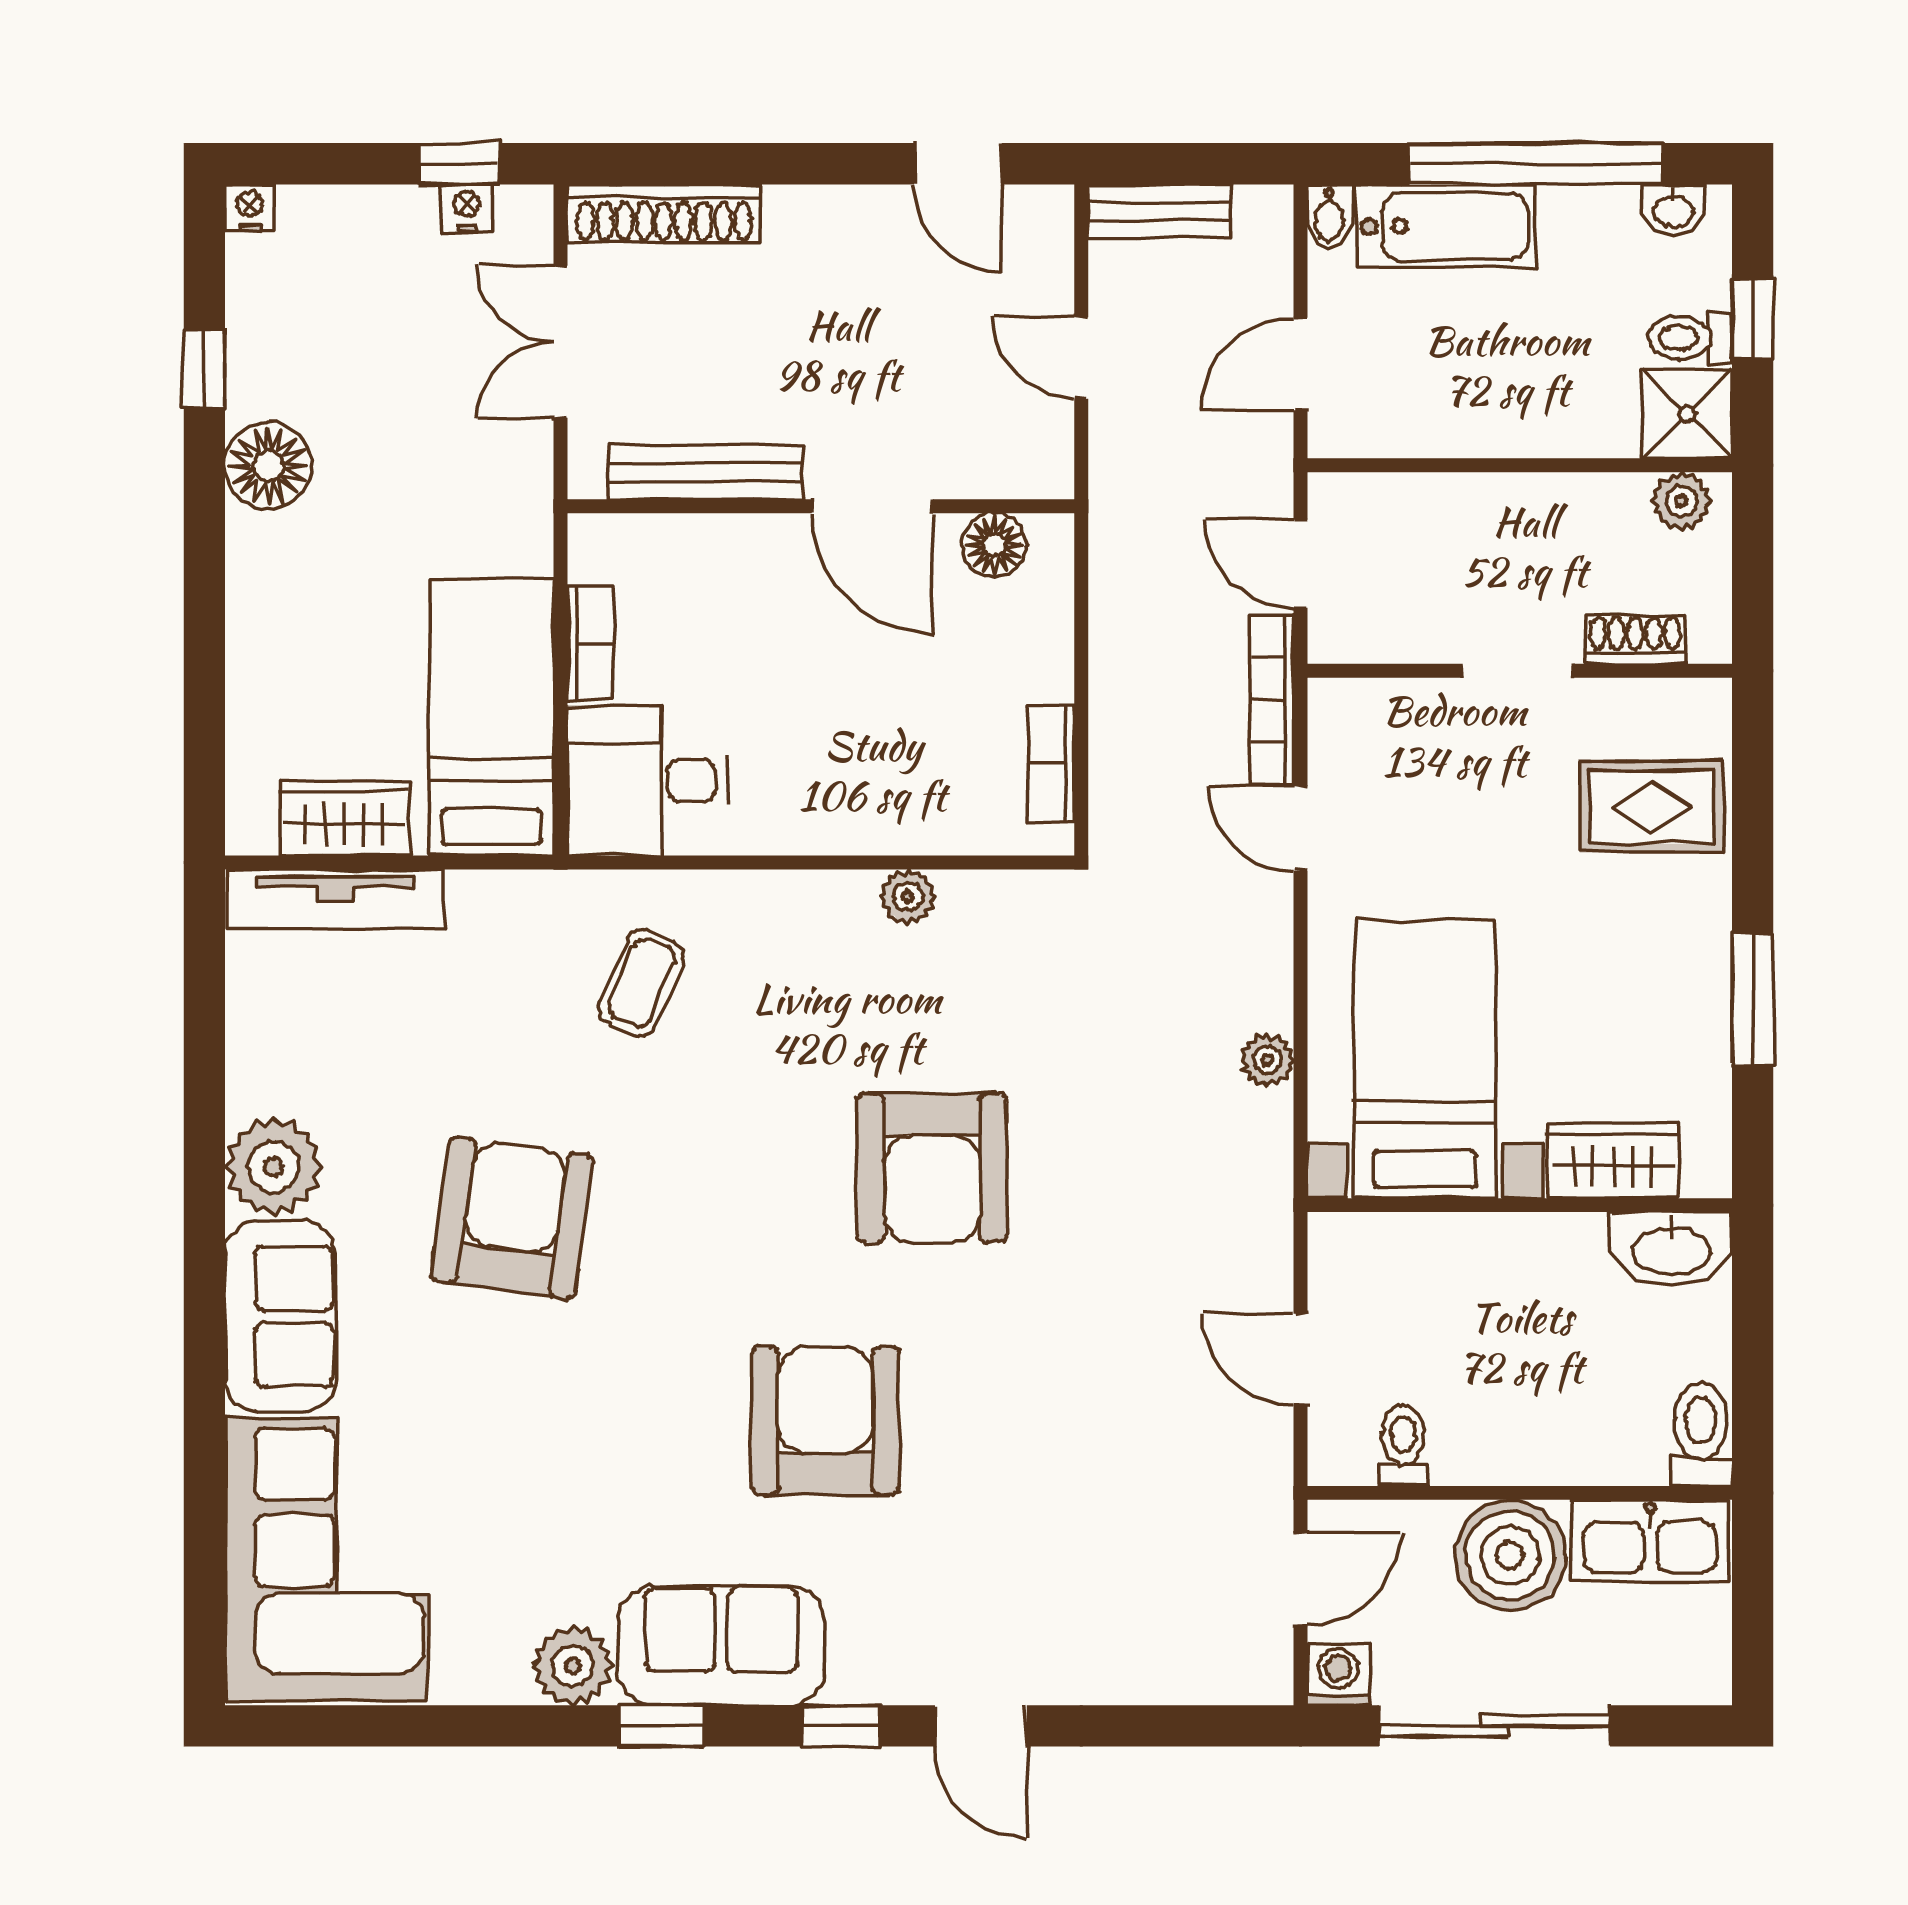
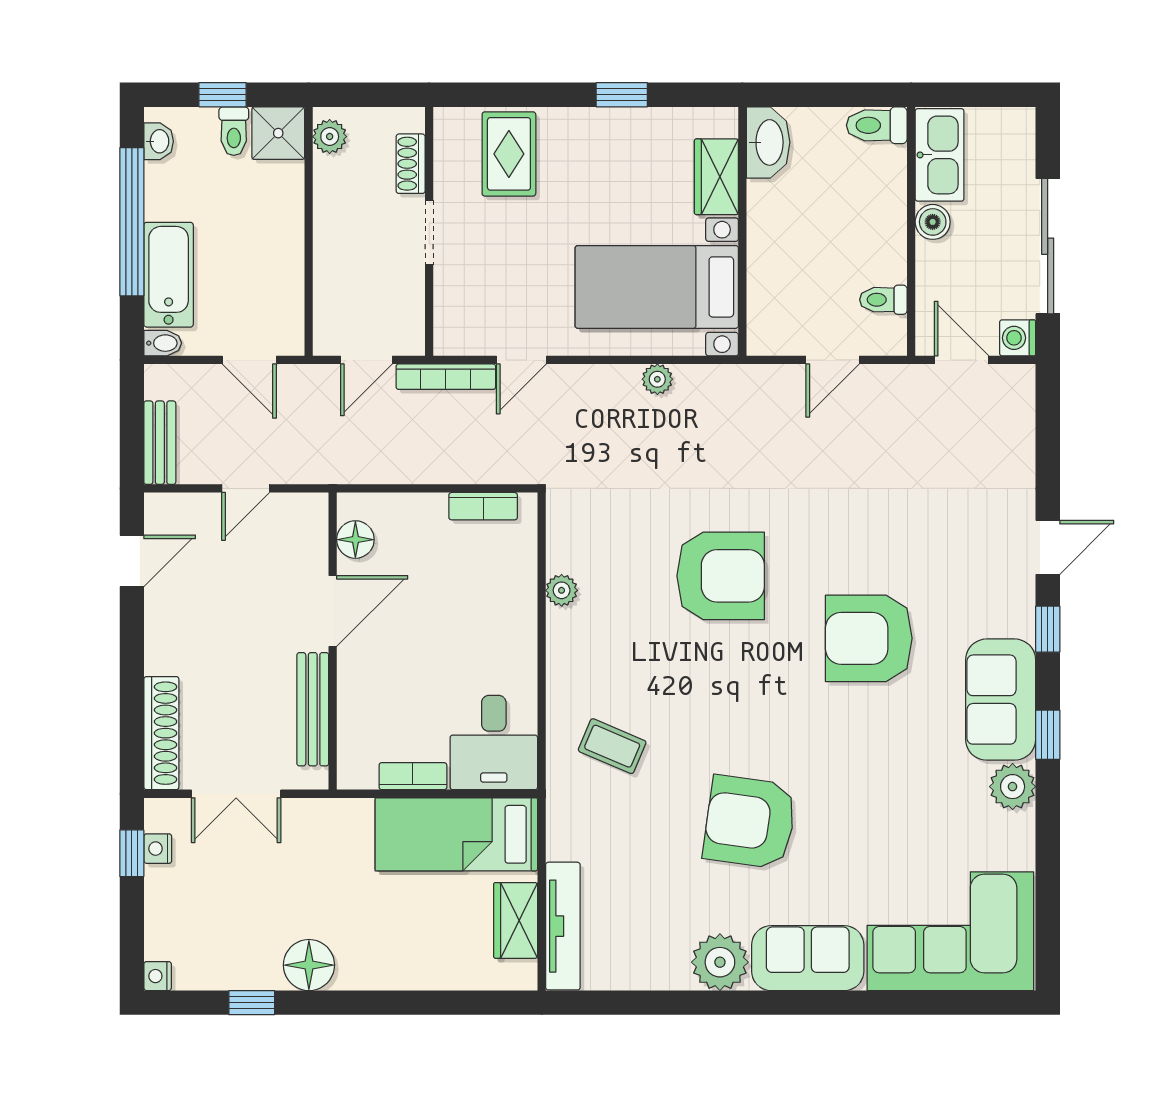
window: (1753, 999) -> (622, 95), width x0.67
boiler: (1510, 1555) -> (933, 222), width x0.54, depth x0.54

